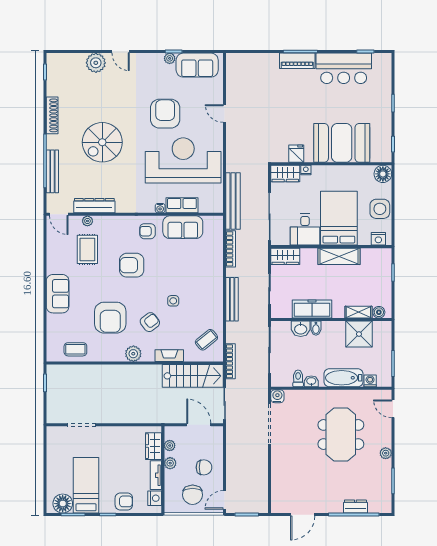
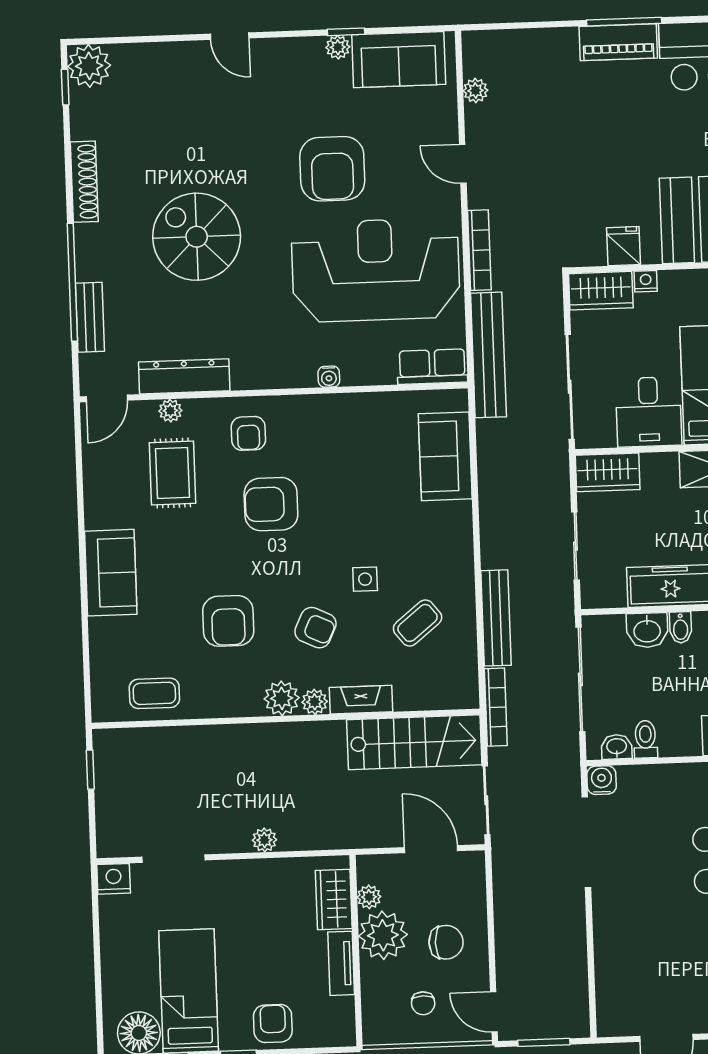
plant: (96, 63) -> (89, 66), moved
plant: (232, 80) -> (476, 91), added
armchair: (165, 114) -> (332, 169), turned 180
spiral stairs: (102, 142) -> (197, 237), turned 90
bench: (52, 171) -> (90, 317), width x0.73
row of seats: (182, 205) -> (432, 367), moved
door: (59, 214) -> (107, 398), hinge flipped
sofa: (183, 227) -> (445, 456), moved, turned 90
armchair: (147, 231) -> (248, 433), moved, turned -90
bookcase: (231, 249) -> (479, 250), moved
bench: (232, 299) -> (496, 618), moved
armchair: (110, 318) -> (228, 621), width x0.73, depth x0.73
armchair: (150, 322) -> (315, 628), turned 63
coffee table: (206, 340) -> (418, 623), moved
plant: (148, 356) -> (315, 702), added
washbasin: (311, 381) -> (617, 747), moved
plant: (123, 418) -> (264, 840), added
plant: (170, 463) -> (383, 935), width x1.88, depth x1.88
chair: (193, 495) -> (423, 1003), width x0.54, depth x0.54
nightstand: (155, 498) -> (114, 879), moved, turned -90
door: (225, 500) -> (494, 1012), hinge flipped
armchair: (124, 501) -> (273, 1023), turned -90

